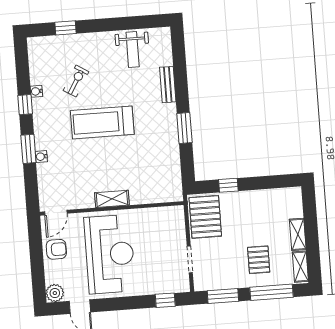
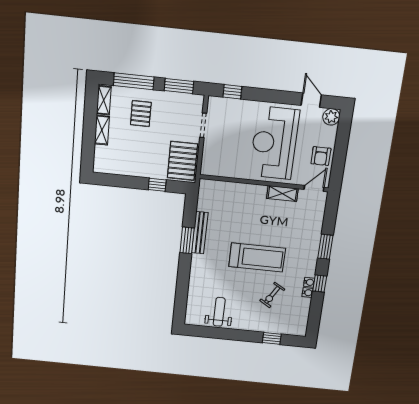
bench: (168, 85) -> (200, 233), moved, width x1.36
water cooler: (41, 157) -> (309, 282), moved
shelving: (112, 199) -> (282, 193), moved
armchair: (56, 249) -> (321, 156), turned -90

